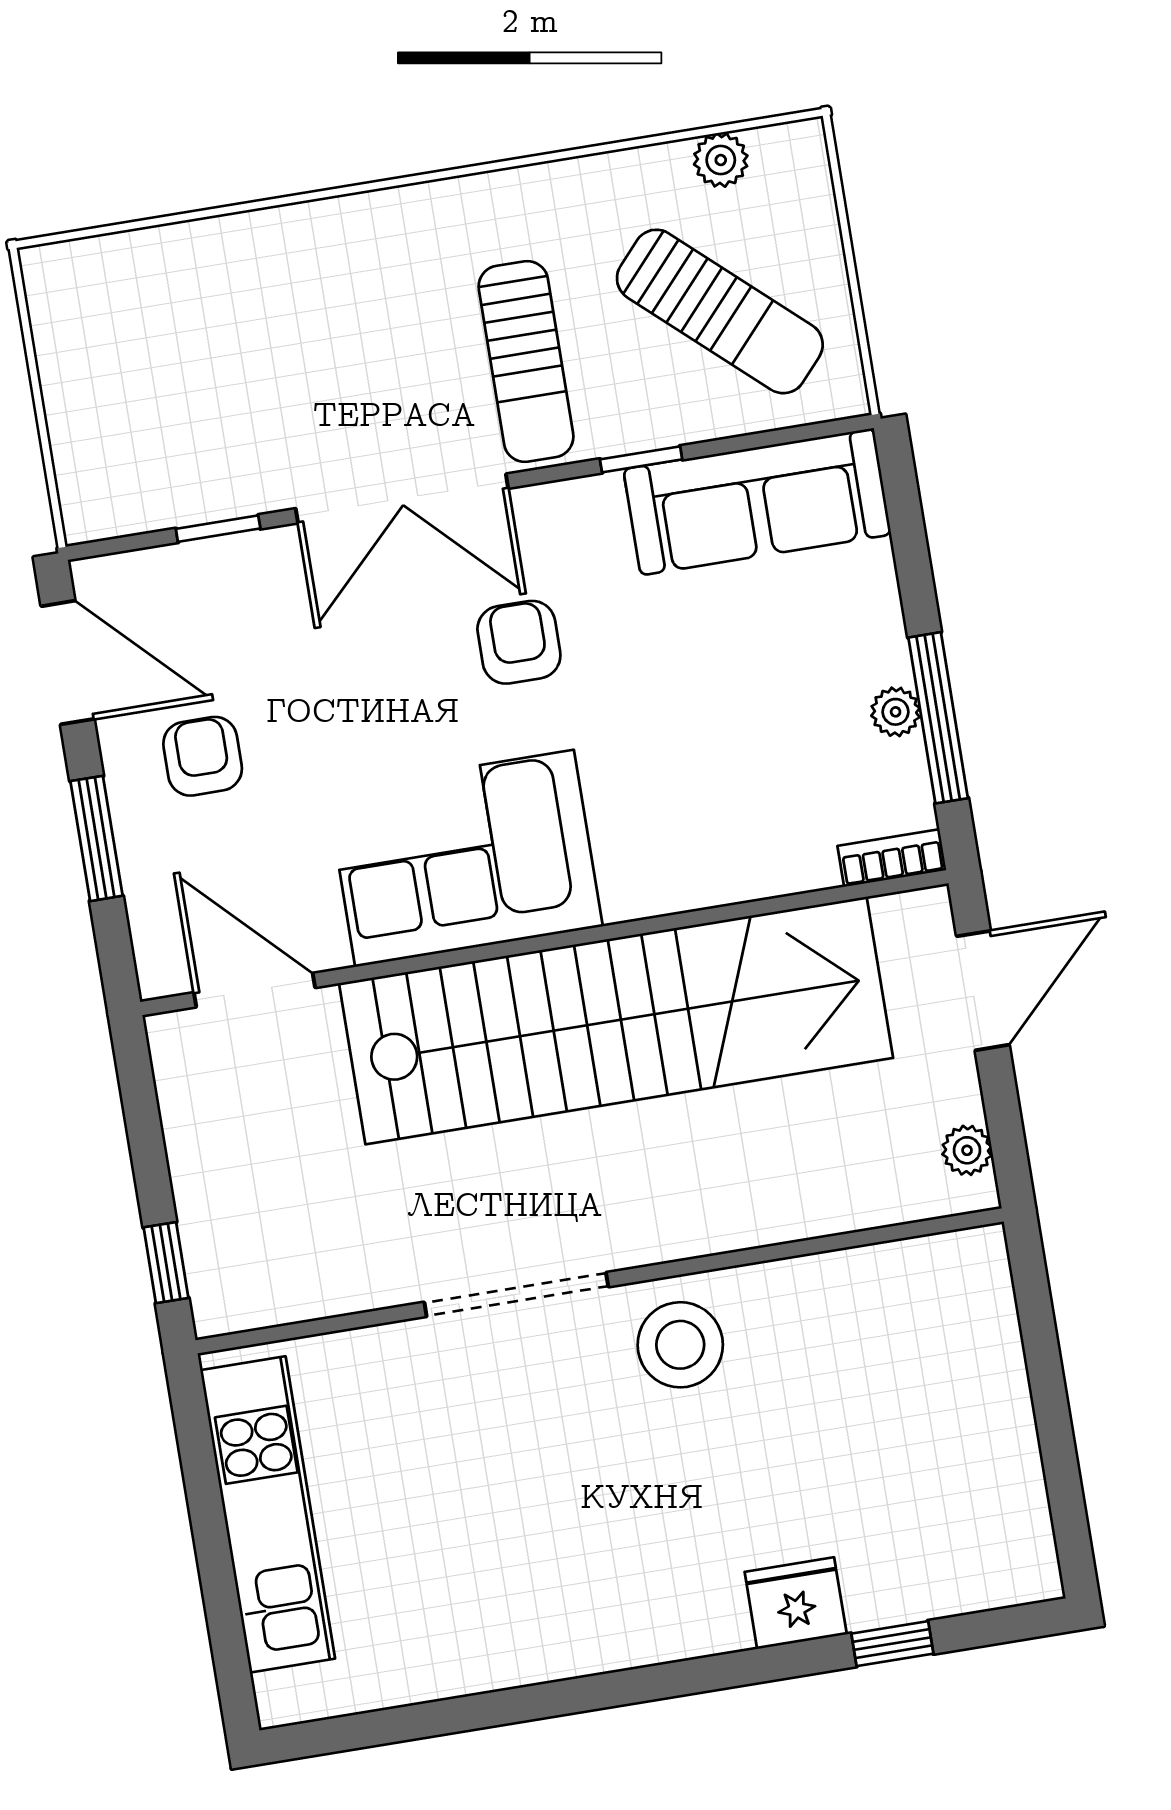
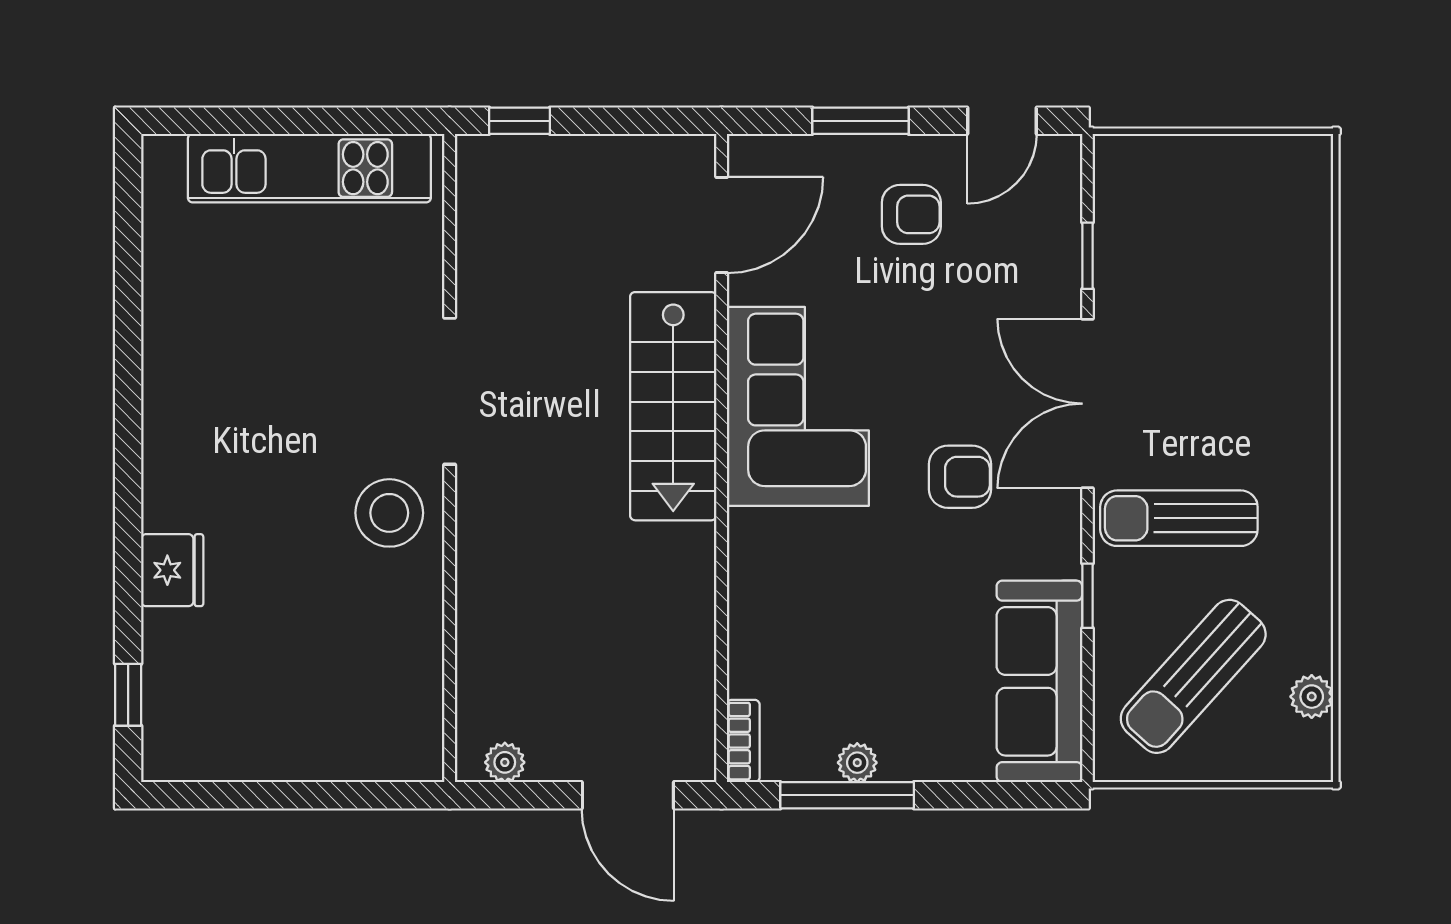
door: (68, 663) -> (1002, 121), width x0.73
stairs: (616, 1020) -> (673, 406), width x0.54, depth x0.66
window: (892, 1644) -> (128, 695), moved

